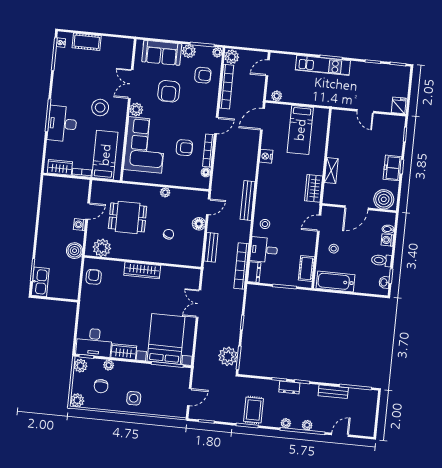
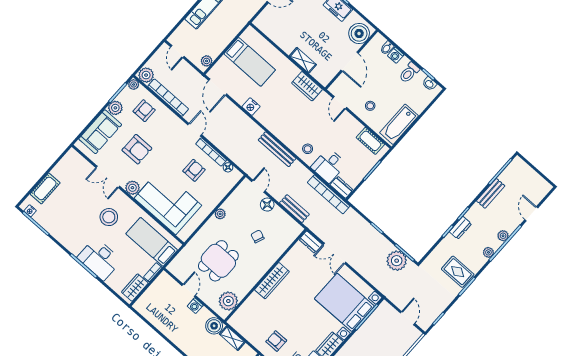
shelving: (75, 272) -> (232, 338), added
armchair: (94, 277) -> (276, 341), moved
dresser: (194, 279) -> (311, 242), added

